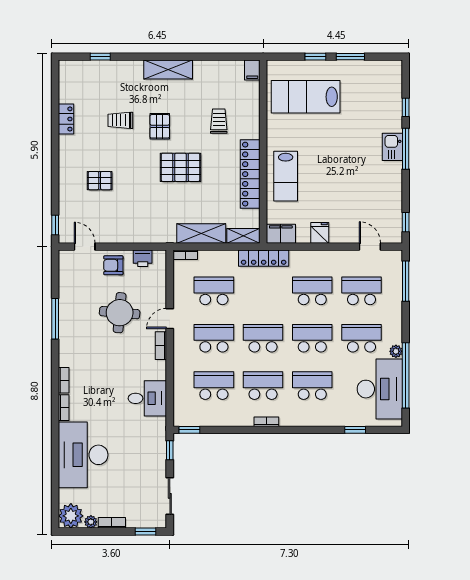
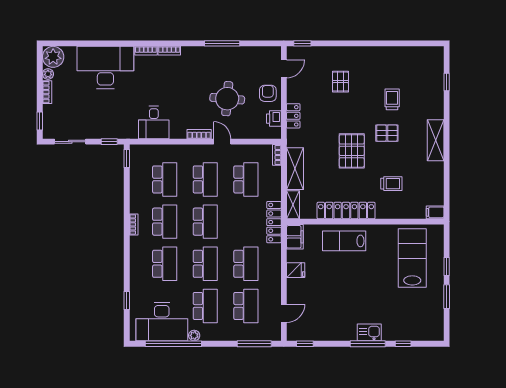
locker: (66, 119) -> (293, 116), moved, turned -90

